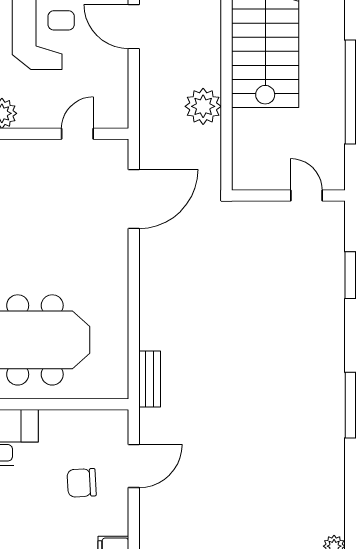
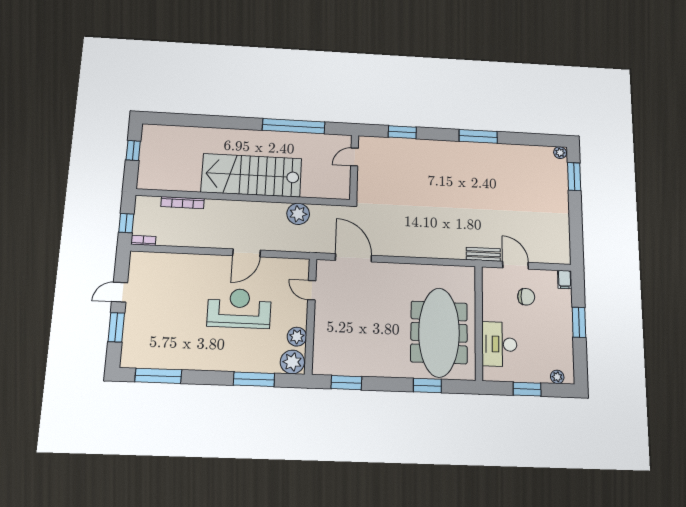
bench: (150, 379) -> (483, 254), moved
chair: (82, 483) -> (526, 297), turned -87

